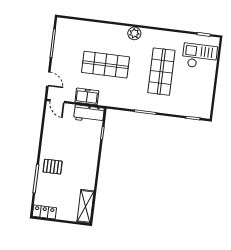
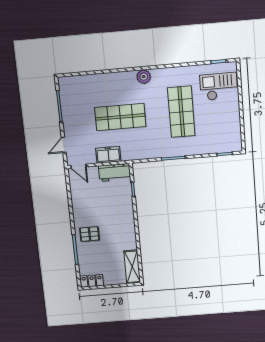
door: (48, 79) -> (64, 145), swing flipped

